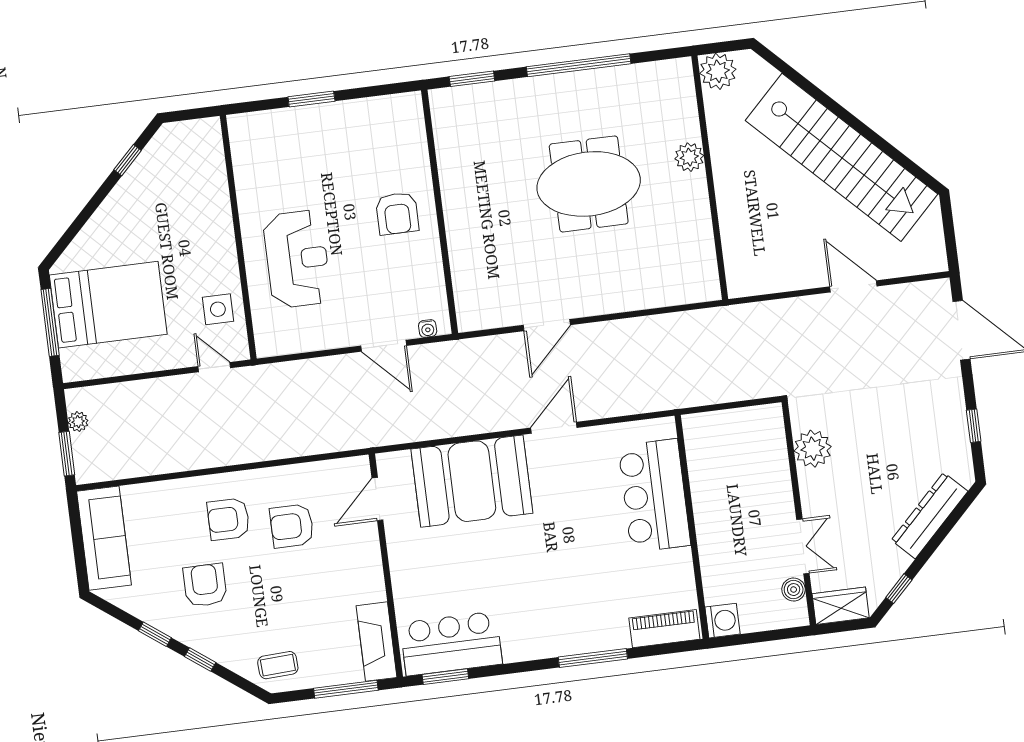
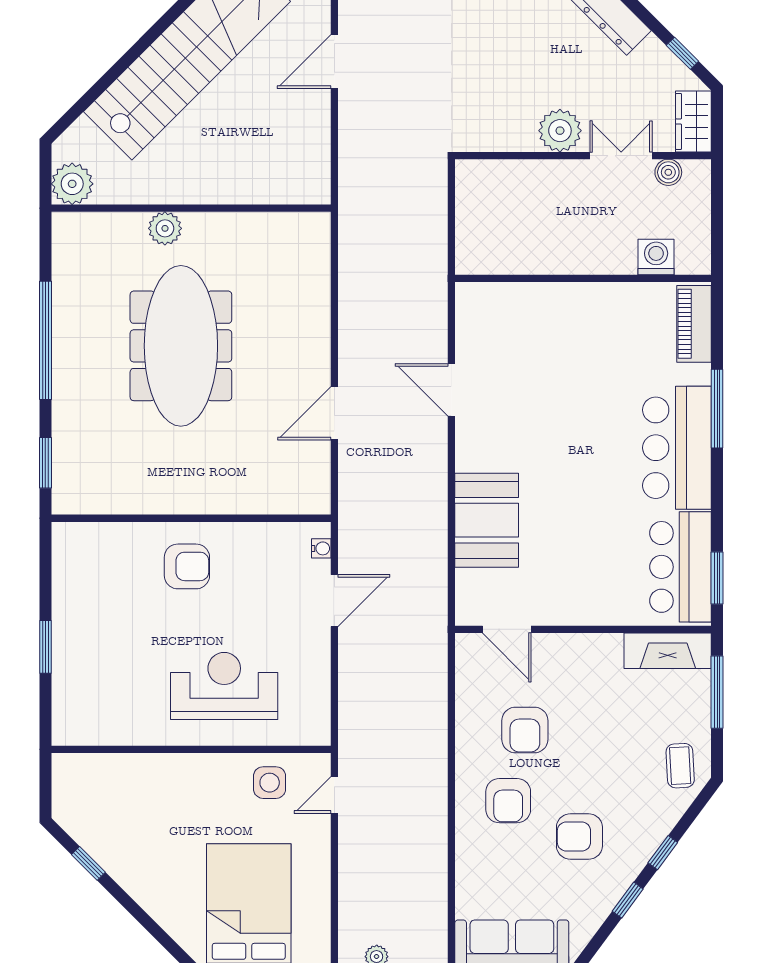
meeting table: (589, 184) -> (181, 346), width x1.36
door: (547, 325) -> (334, 413), swing flipped
door: (554, 428) -> (451, 390), moved
plant: (813, 449) -> (560, 131), moved
booth: (472, 481) -> (487, 520), width x0.73, depth x0.70
bar counter: (654, 496) -> (677, 448), moved, turned 90
washing machine: (723, 621) -> (656, 257), moved

